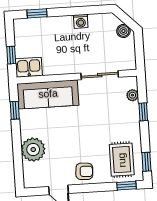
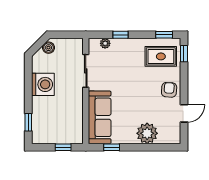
washing machine: (81, 21) -> (43, 84), width x1.89, depth x1.89
kitchen sink: (29, 67) -> (75, 132), removed

